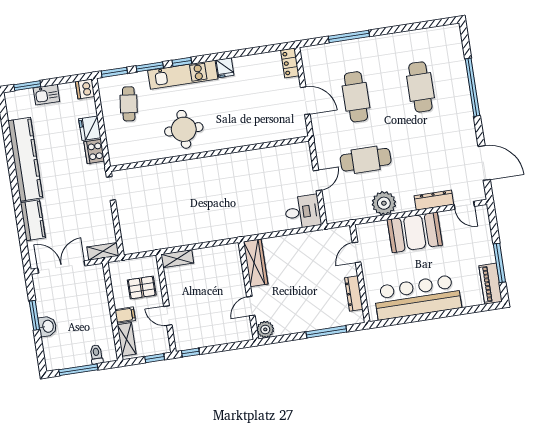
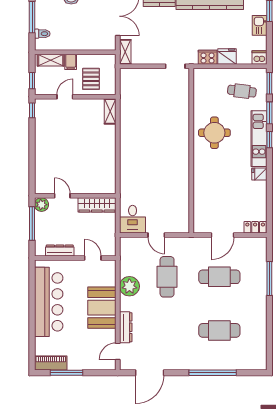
wardrobe: (256, 263) -> (97, 205), moved
wall: (248, 291) -> (75, 196), moved
door: (251, 306) -> (62, 196), moved
plant: (265, 329) -> (42, 205), moved

